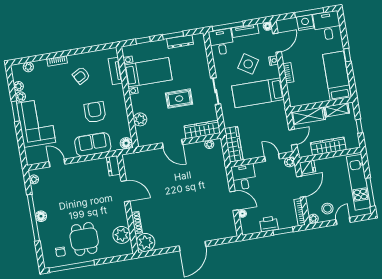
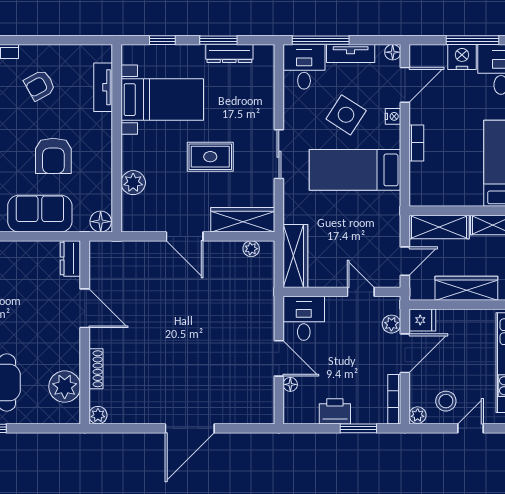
armchair: (95, 112) -> (53, 156), turned 180
plant: (290, 162) -> (391, 324), moved
plant: (146, 242) -> (98, 415), width x0.53, depth x0.53

